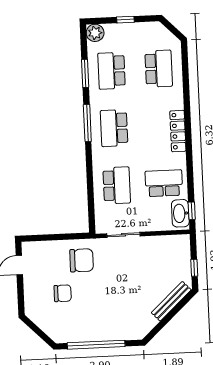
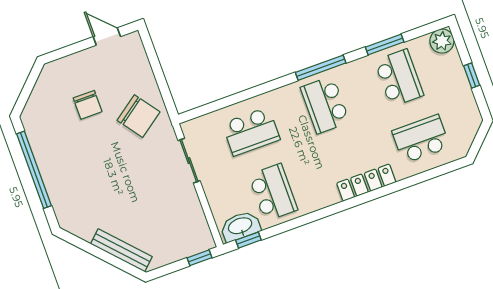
school desk: (159, 69) -> (421, 139), turned 180
school desk: (111, 71) -> (399, 78), turned 90
school desk: (114, 128) -> (325, 105), turned -90
locker: (178, 131) -> (366, 183), moved
chair: (82, 260) -> (138, 116), turned -36
window: (194, 268) -> (199, 258), moved

